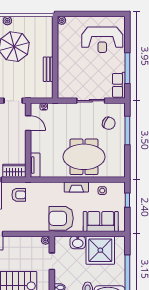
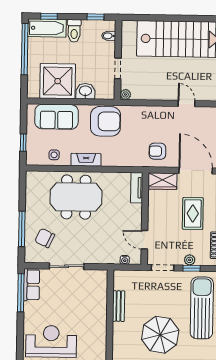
window: (127, 68) -> (21, 293), moved

